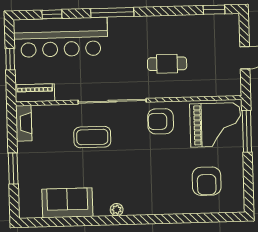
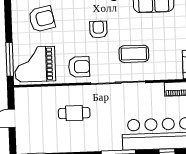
armchair: (136, 168) -> (98, 30), added
armchair: (207, 181) -> (42, 19), turned 78

